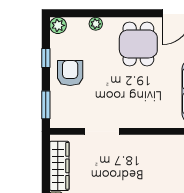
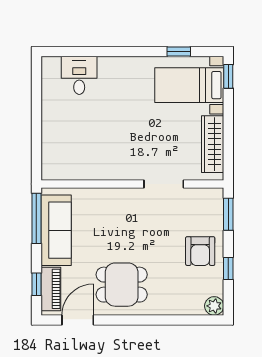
plant: (96, 24) -> (171, 308), removed
dining table: (138, 44) -> (122, 285), turned 90

